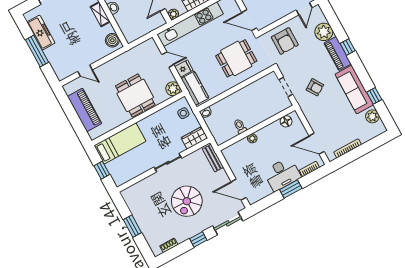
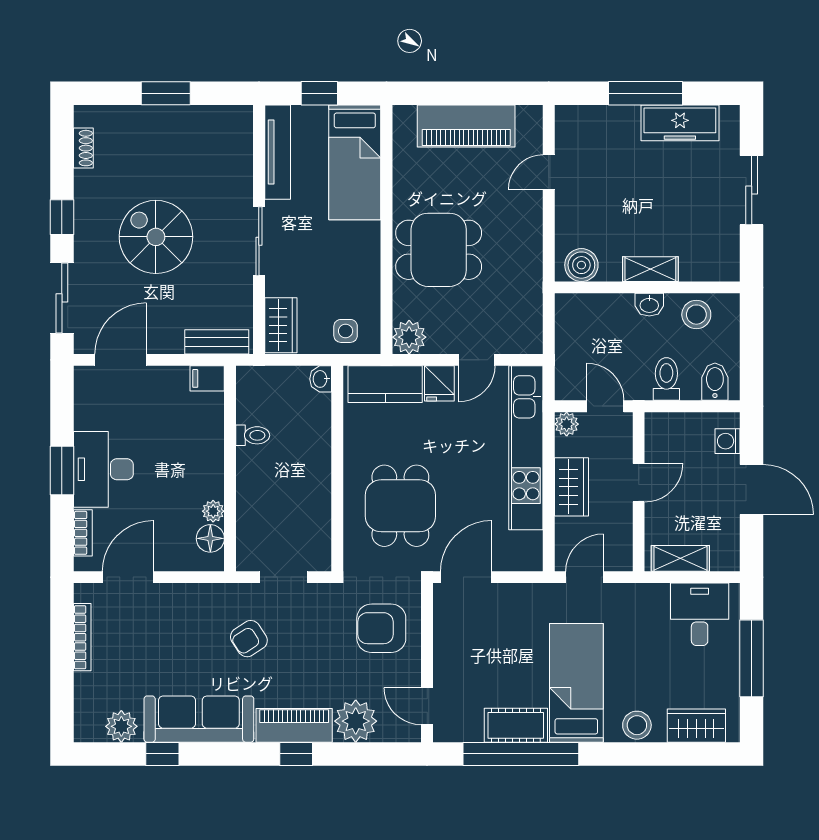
plant: (252, 138) -> (213, 511), moved
filing cabinet: (228, 154) -> (207, 378), added
tv unit: (132, 174) -> (278, 152), added

